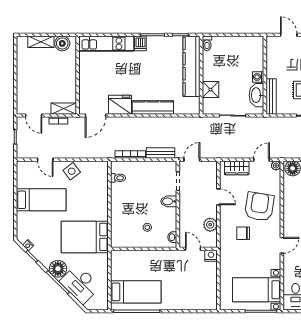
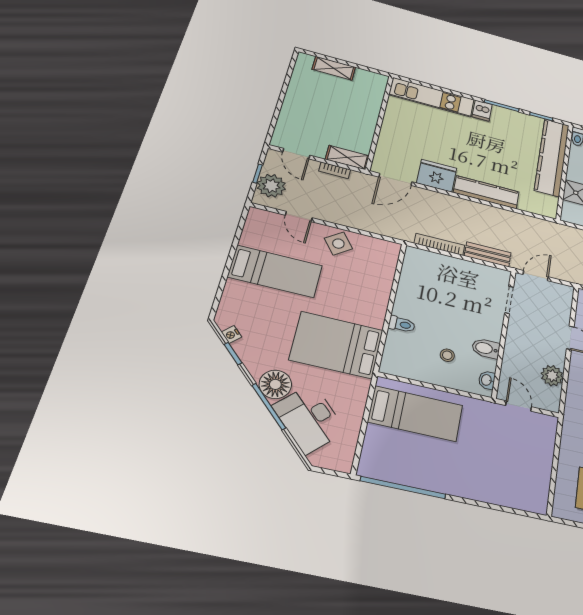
boiler: (62, 43) -> (366, 79), removed
plant: (25, 143) -> (271, 186), added
toilet: (118, 178) -> (402, 324), moved
bidet: (169, 201) -> (486, 348), moved
nightstand: (211, 256) -> (547, 424), removed
bed: (136, 292) -> (415, 414), moved

